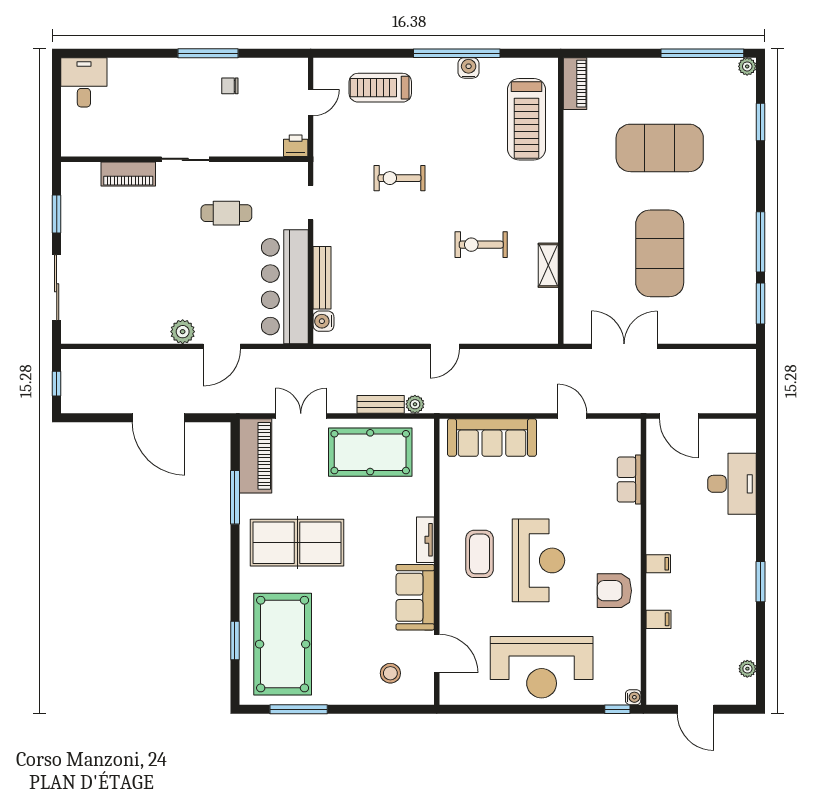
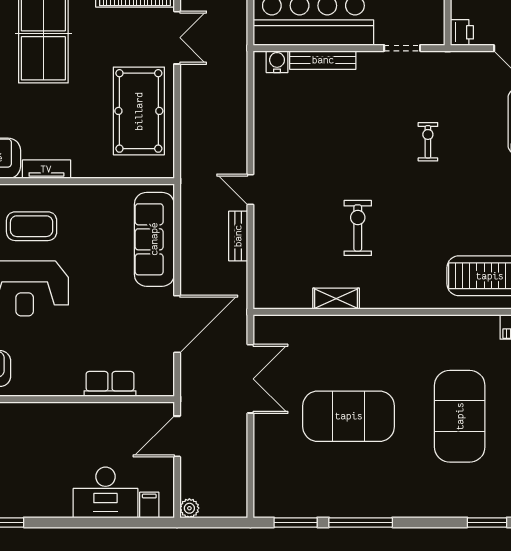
exercise bike: (399, 178) -> (428, 142), width x0.73, depth x0.72
bench: (381, 404) -> (238, 236), moved
plant: (415, 404) -> (189, 508), moved
door: (572, 416) -> (177, 324), width x1.88
filing cabinet: (658, 564) -> (149, 505), moved, turned 180

